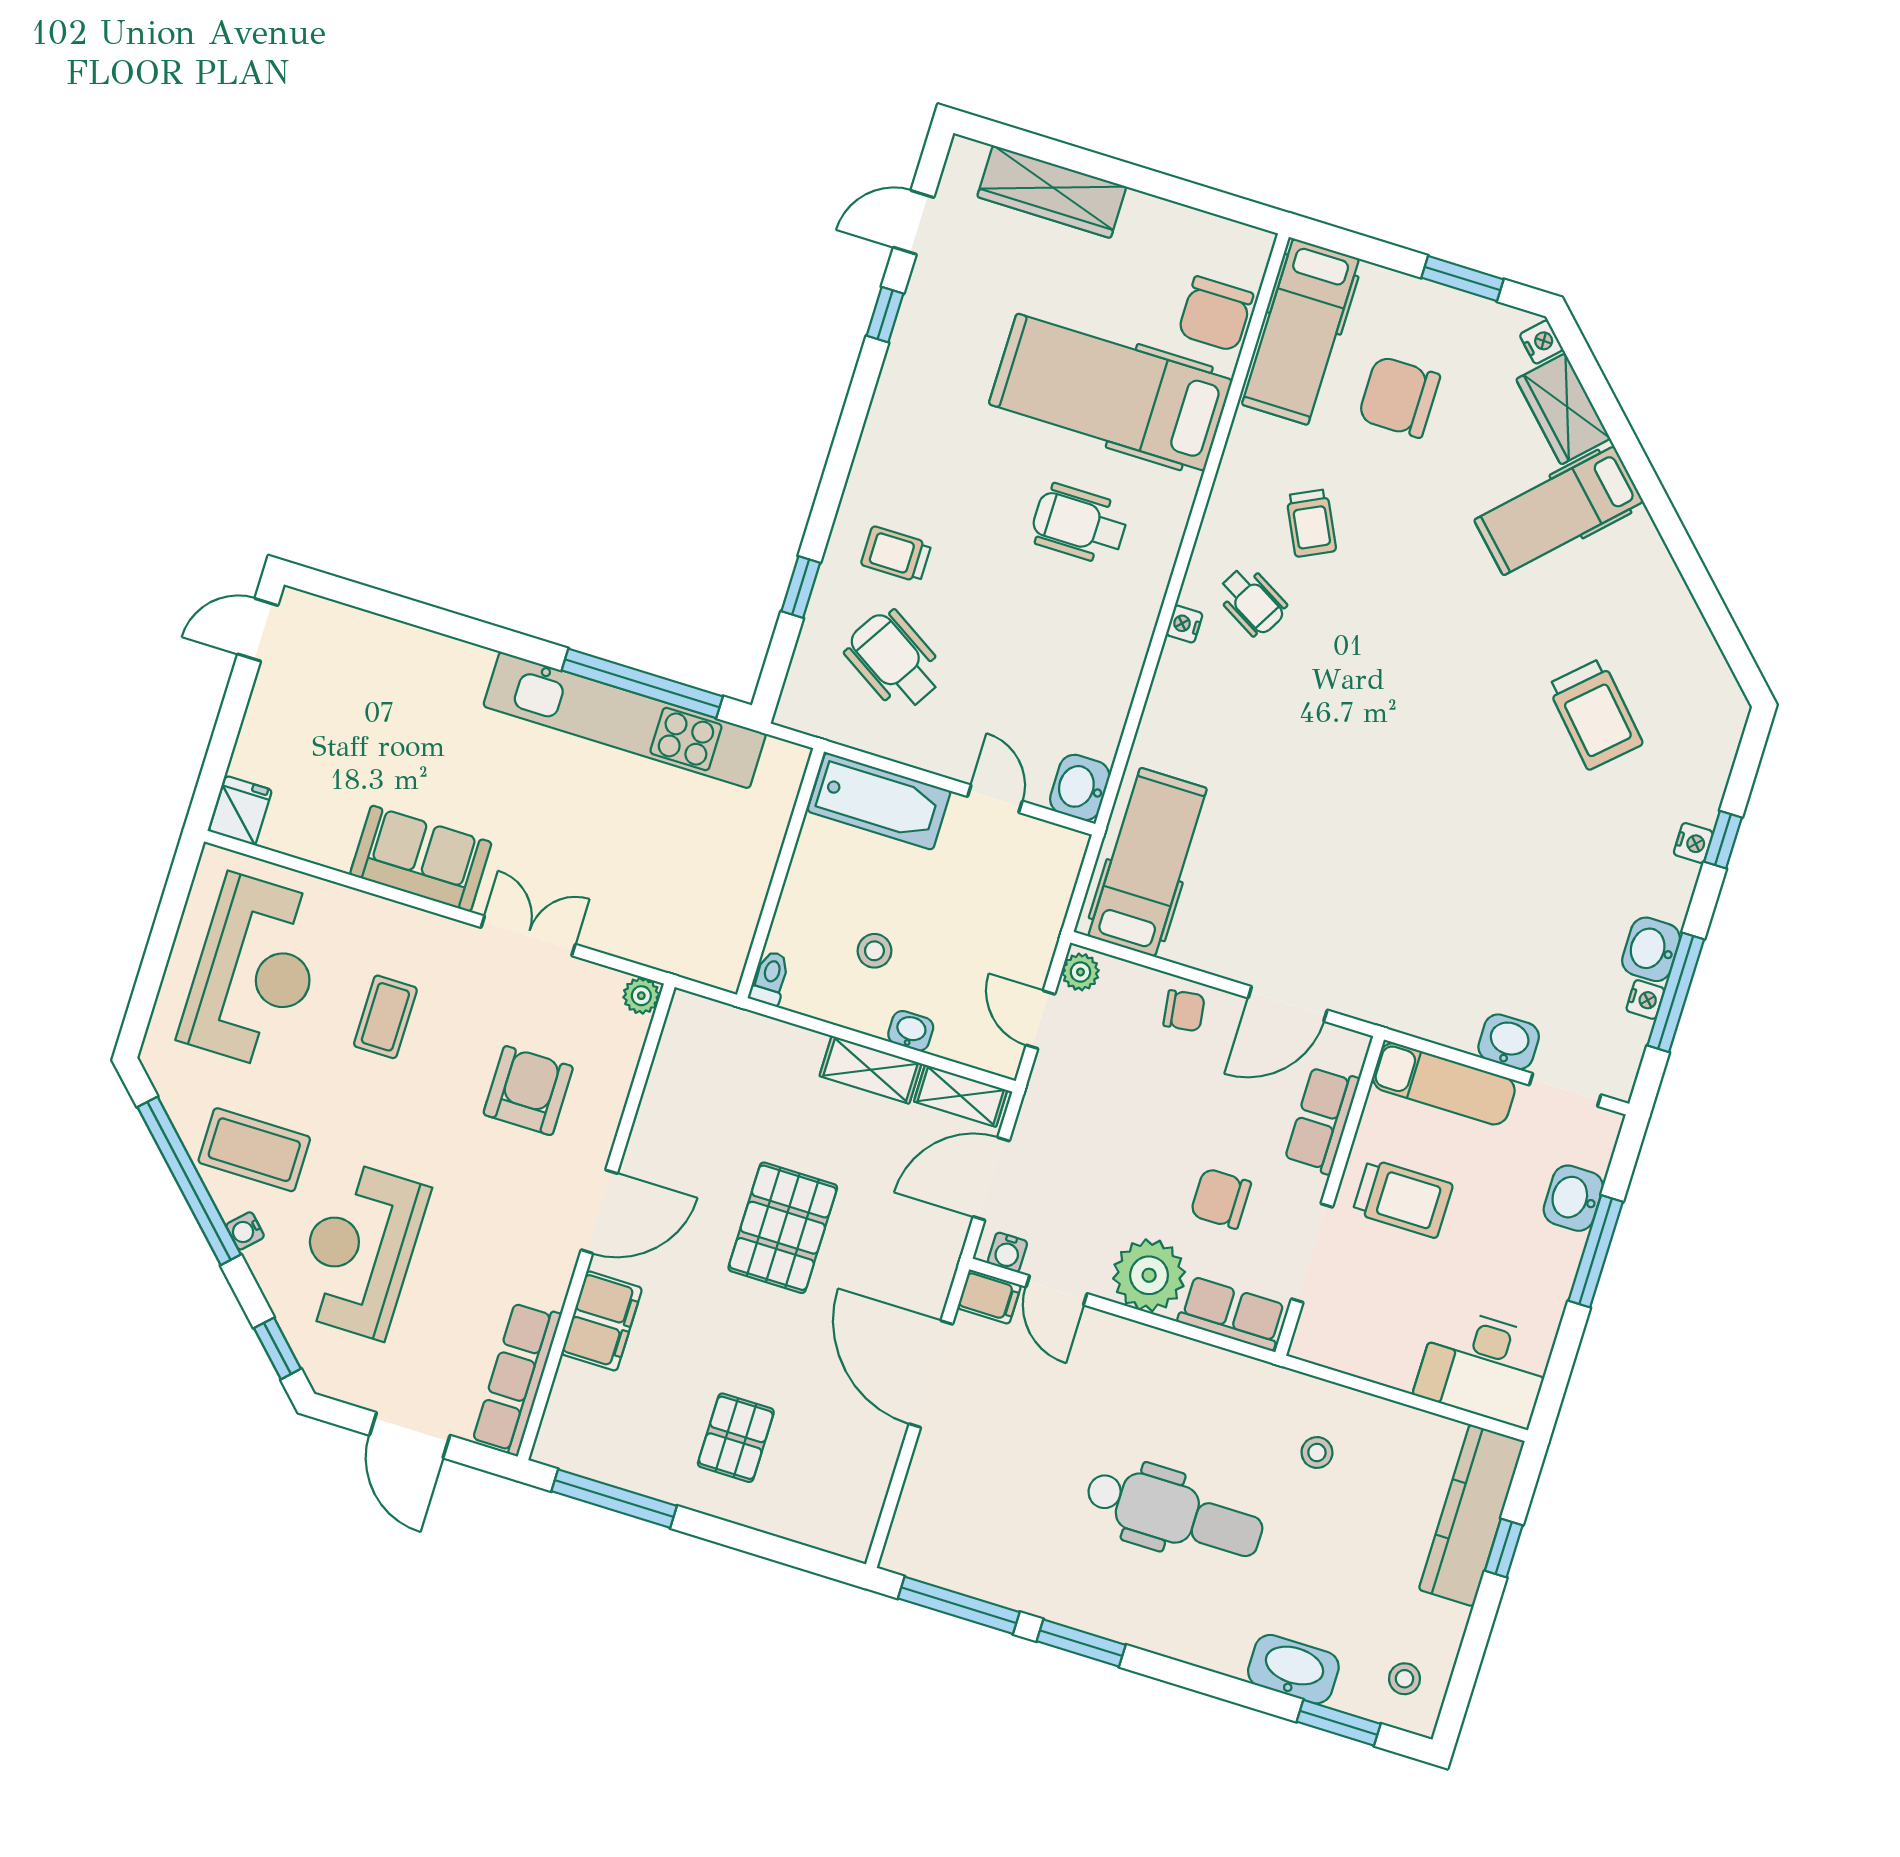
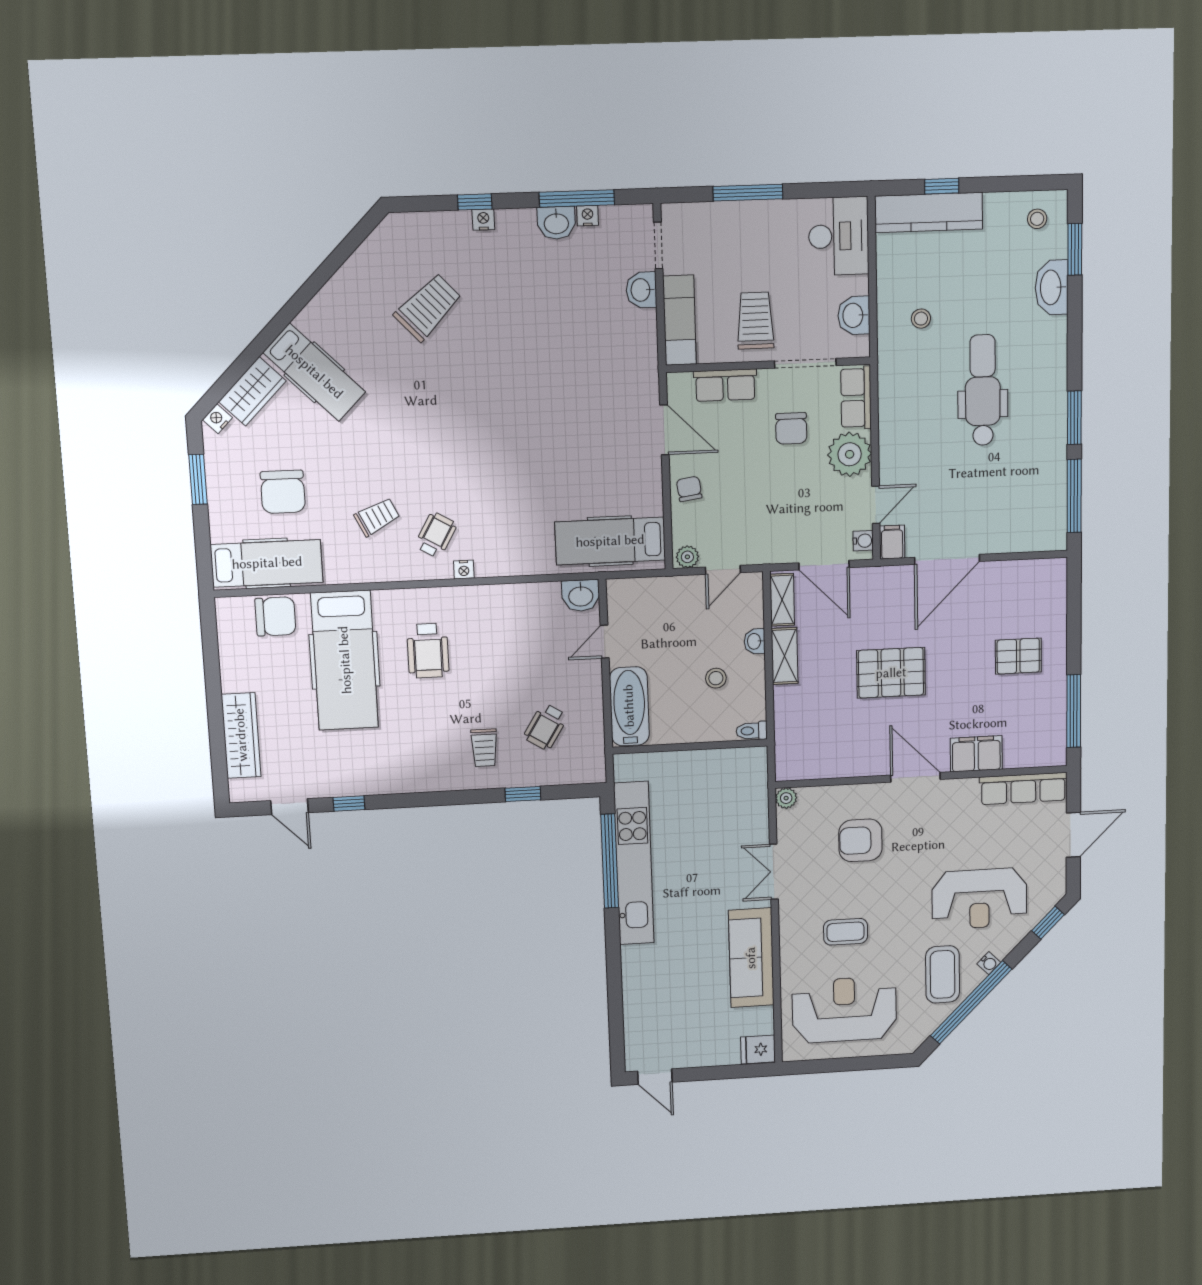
wheelchair: (895, 660) -> (546, 727), width x0.73, depth x0.73
sofa: (421, 859) -> (751, 958), width x1.36
washbasin: (1573, 1198) -> (854, 315), moved, turned 90

